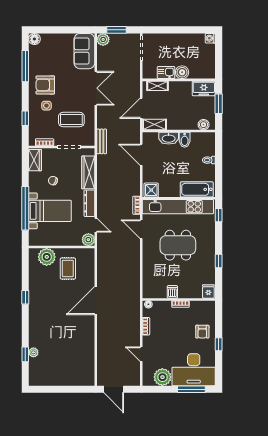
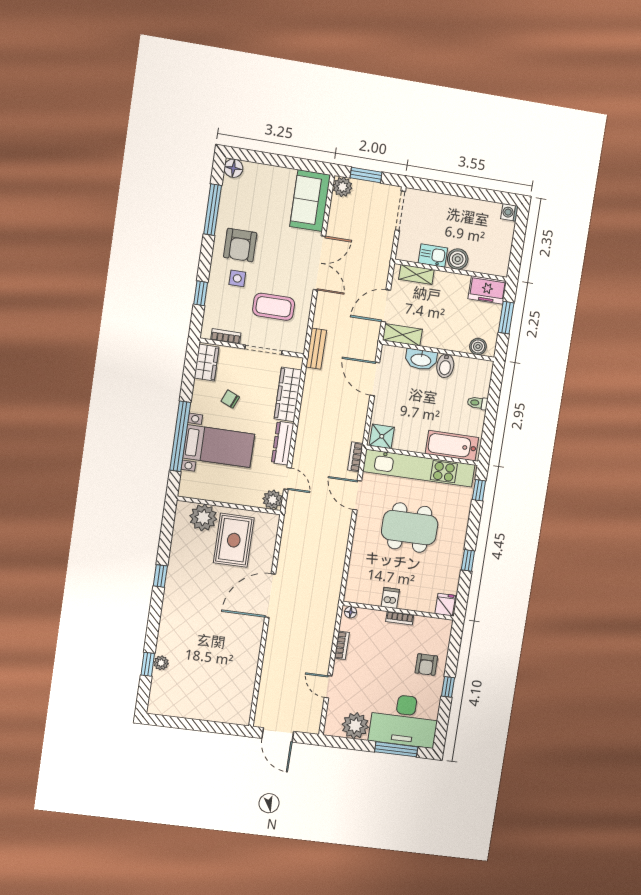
armchair: (45, 85) -> (240, 245), turned -90
rug: (68, 268) -> (234, 540), width x1.36, depth x1.43

